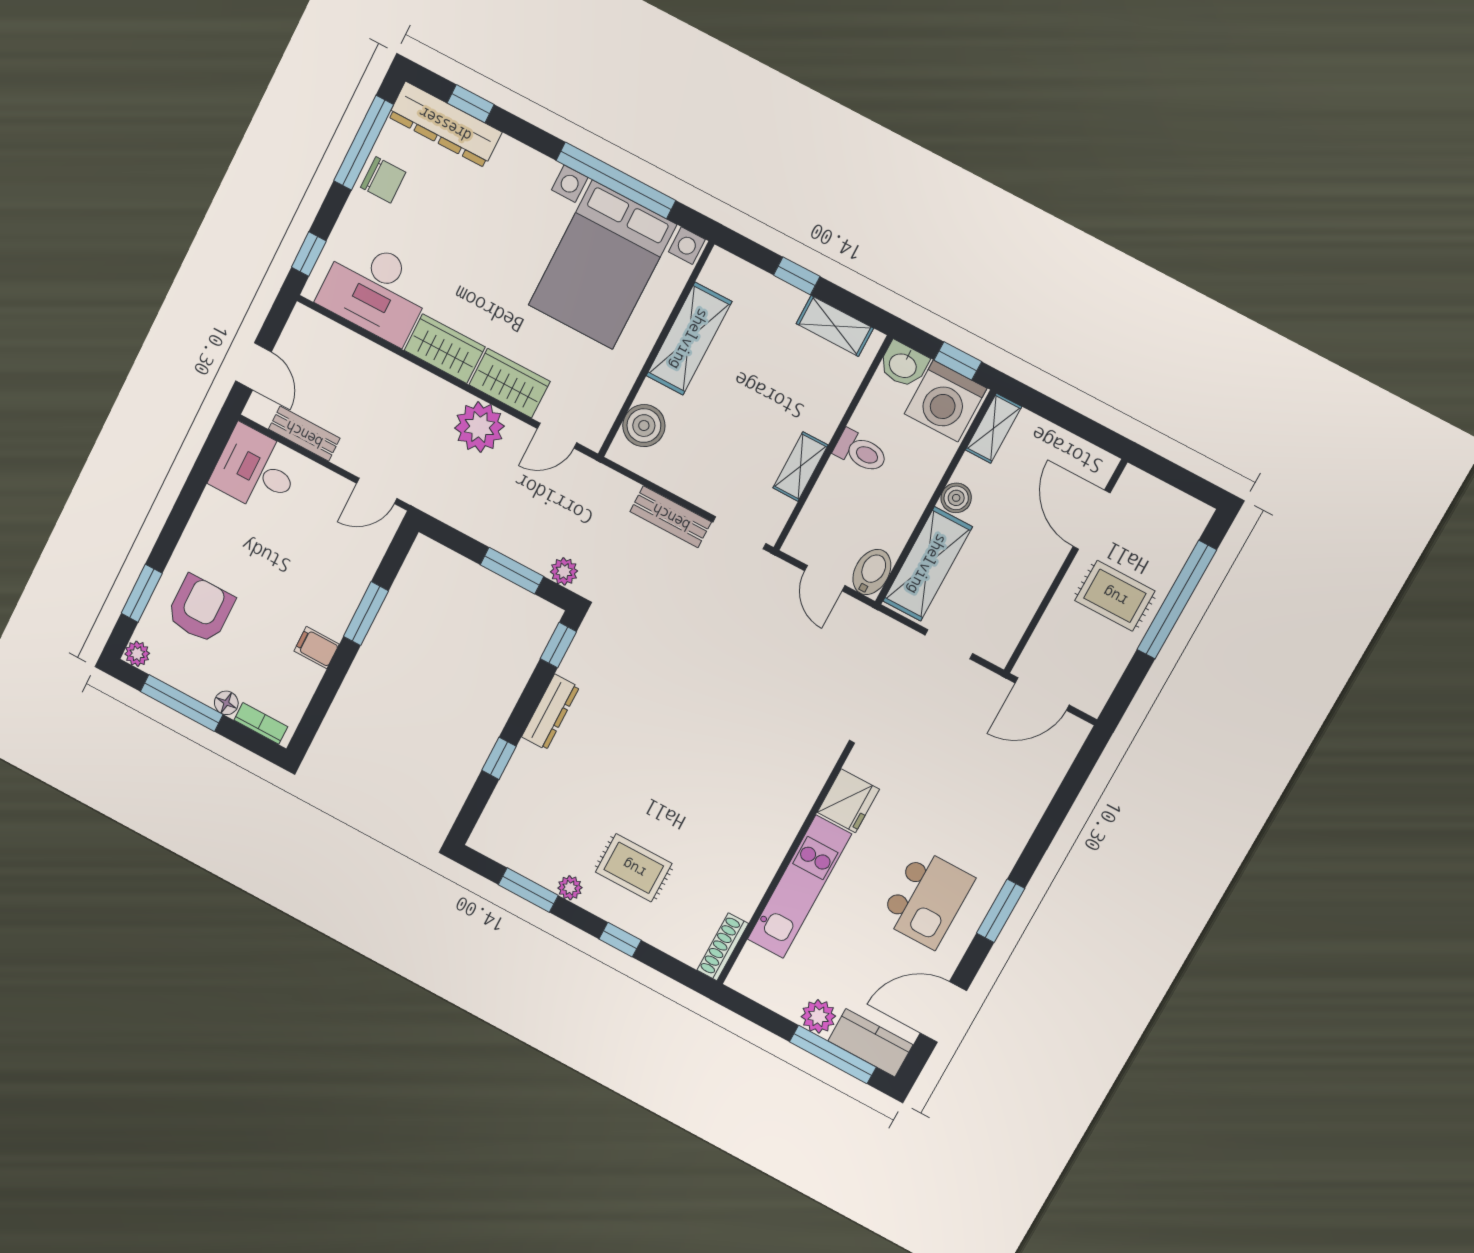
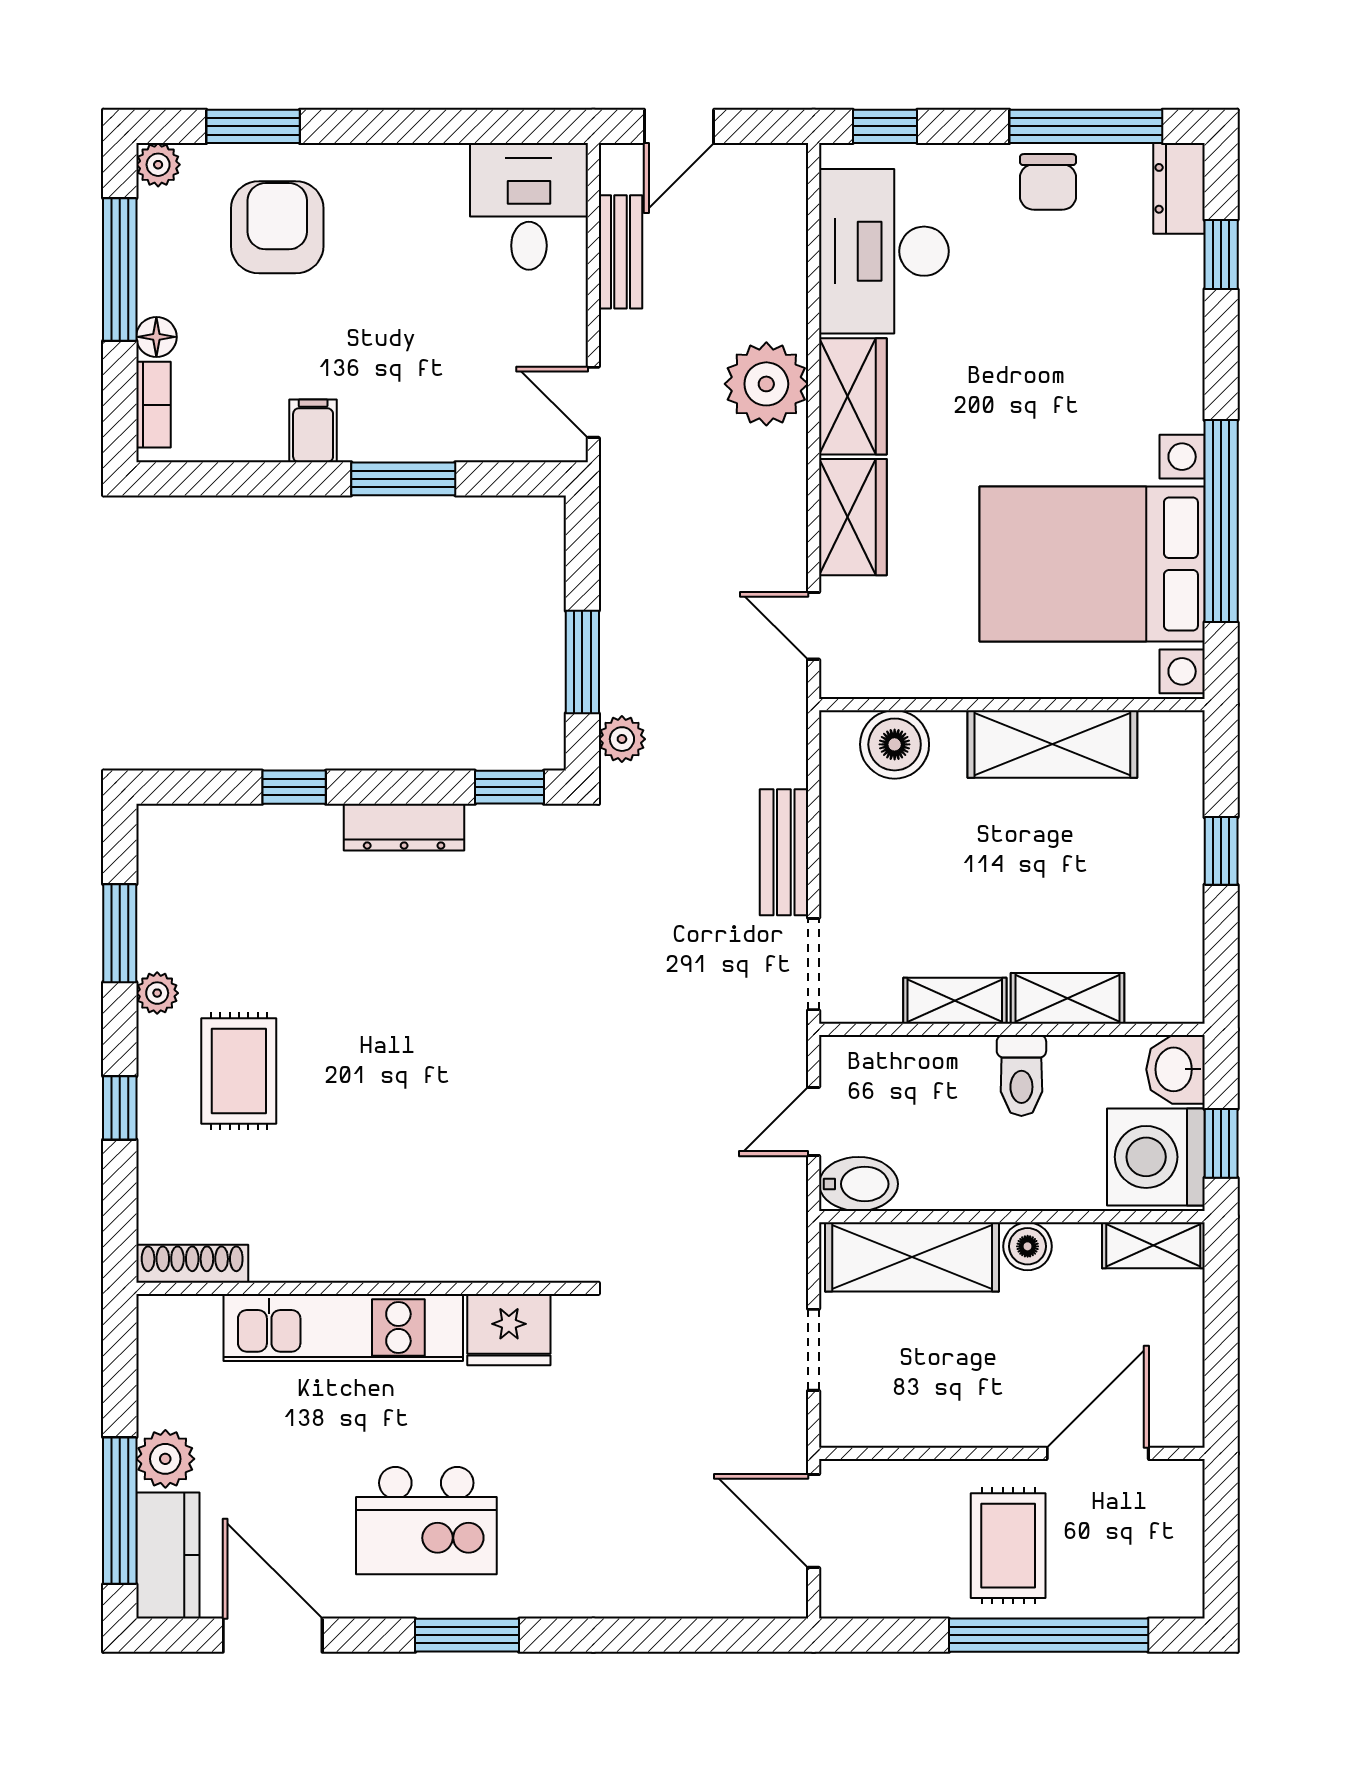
dresser: (445, 124) -> (1179, 188), width x0.51, depth x0.80
shelving: (835, 326) -> (1067, 998), moved, turned 90
plant: (479, 427) -> (766, 384), moved
armchair: (201, 609) -> (277, 227), turned -90

